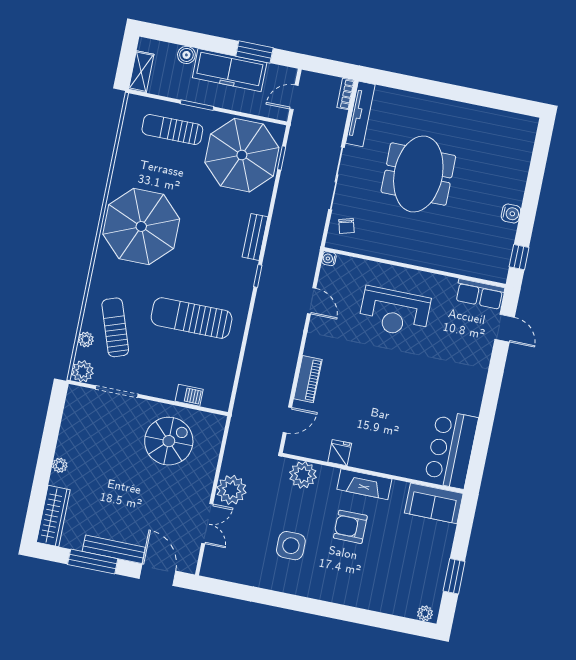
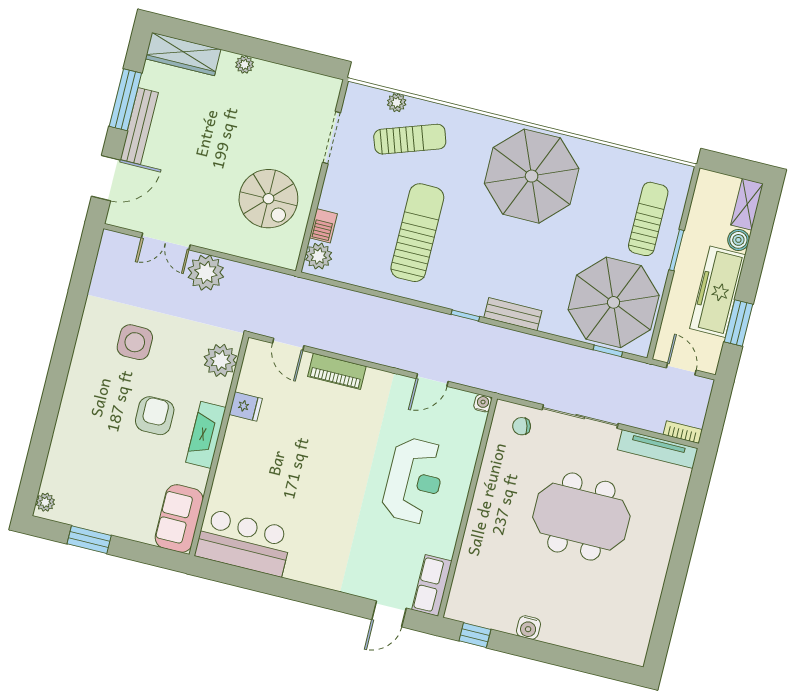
shelving: (141, 72) -> (747, 204), moved, turned 90
reception desk: (395, 312) -> (414, 481), turned 180
plant: (83, 371) -> (319, 256), moved

